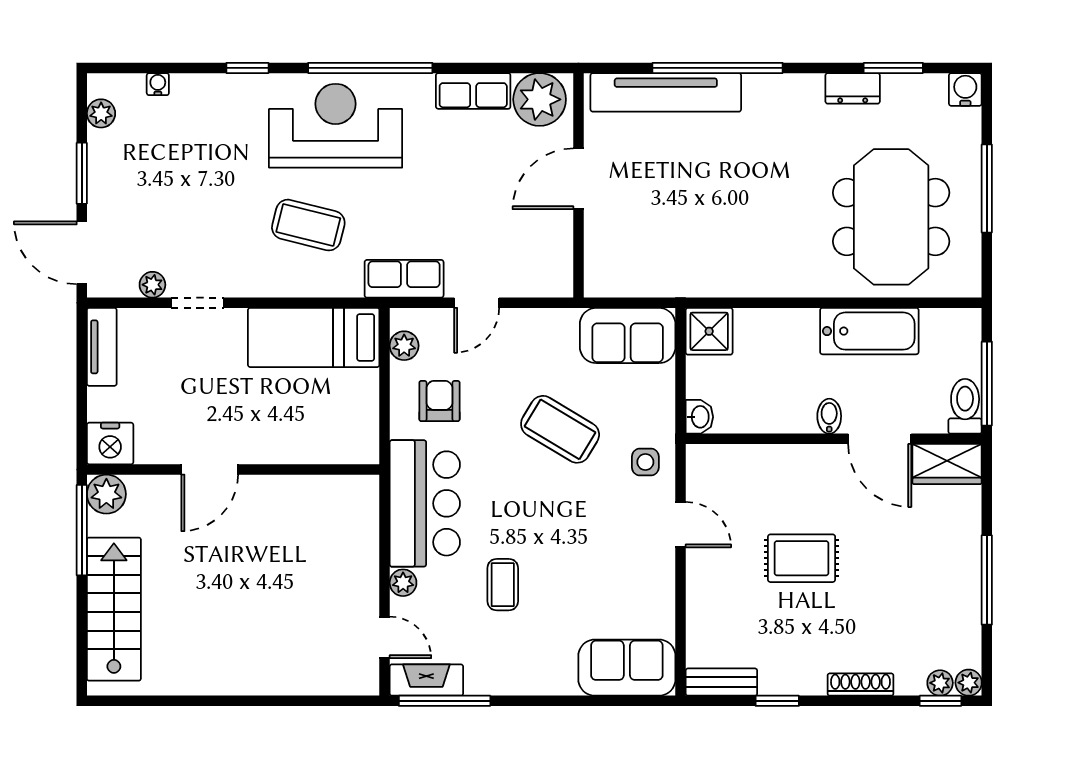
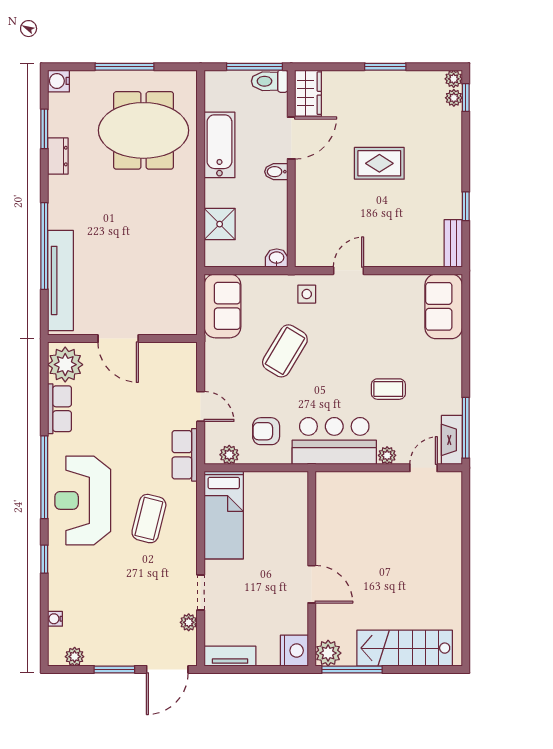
shower: (709, 331) -> (220, 224), moved
rug: (802, 558) -> (379, 163), moved, turned 90
window: (987, 580) -> (385, 67), width x0.69
shoe rack: (861, 685) -> (455, 151), removed

